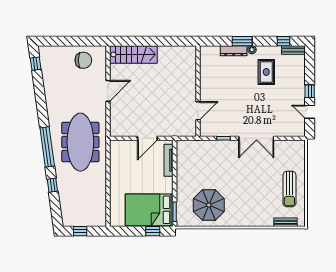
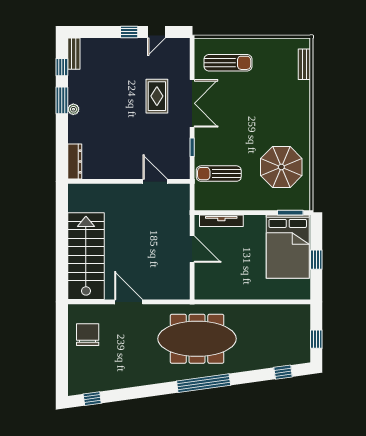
window: (242, 41) -> (62, 100), moved
dresser: (234, 51) -> (75, 162), moved
stairs: (133, 54) -> (86, 256), width x1.36, depth x1.51
rug: (266, 72) -> (157, 96), moved, turned 90
sun lounger: (204, 158) -> (219, 174), added
window: (52, 185) -> (283, 372), moved
sun lounger: (289, 189) -> (228, 63), moved
window: (153, 231) -> (316, 260), moved

